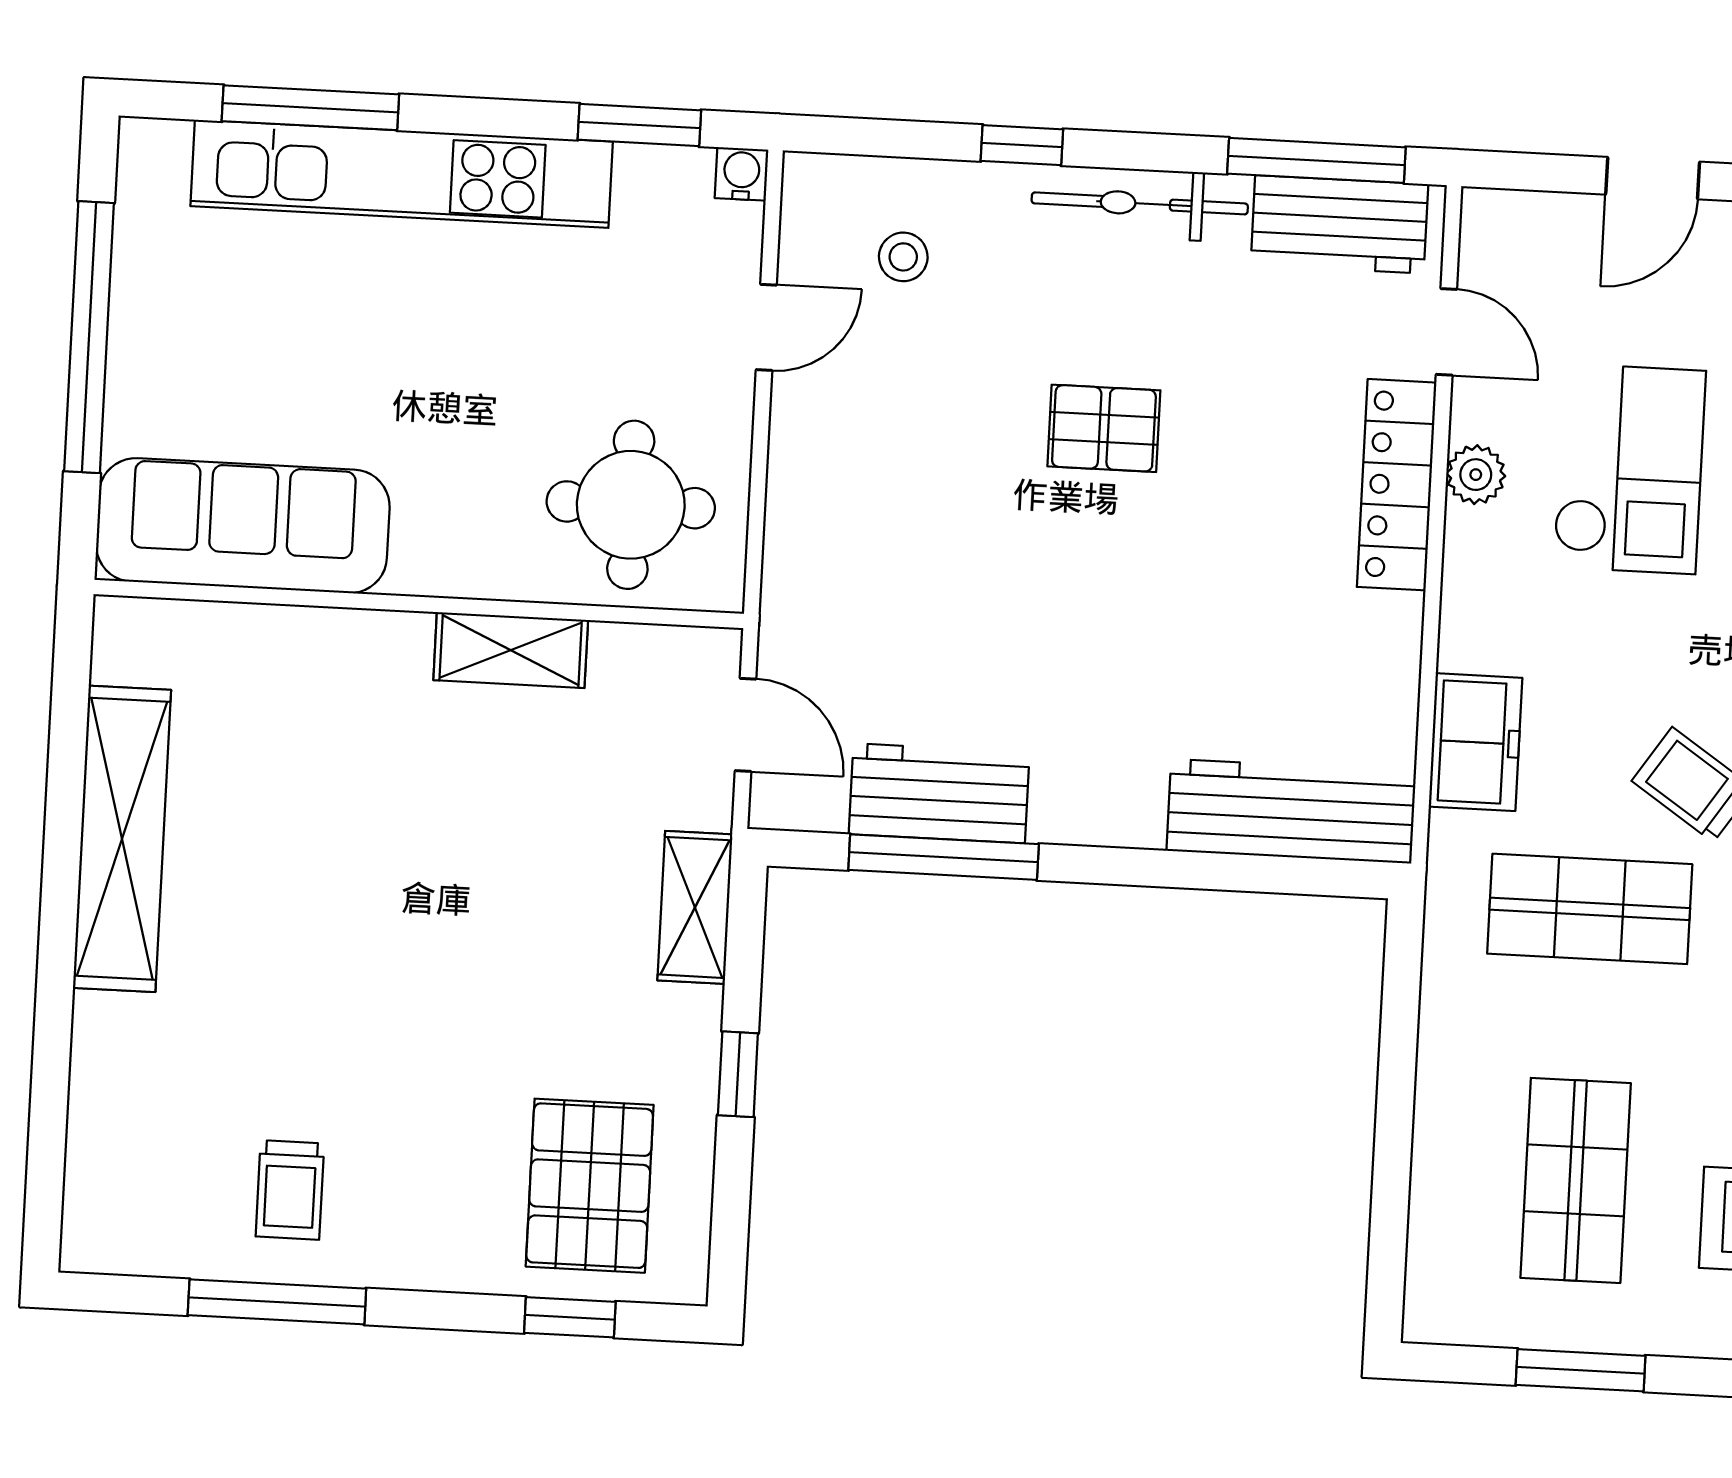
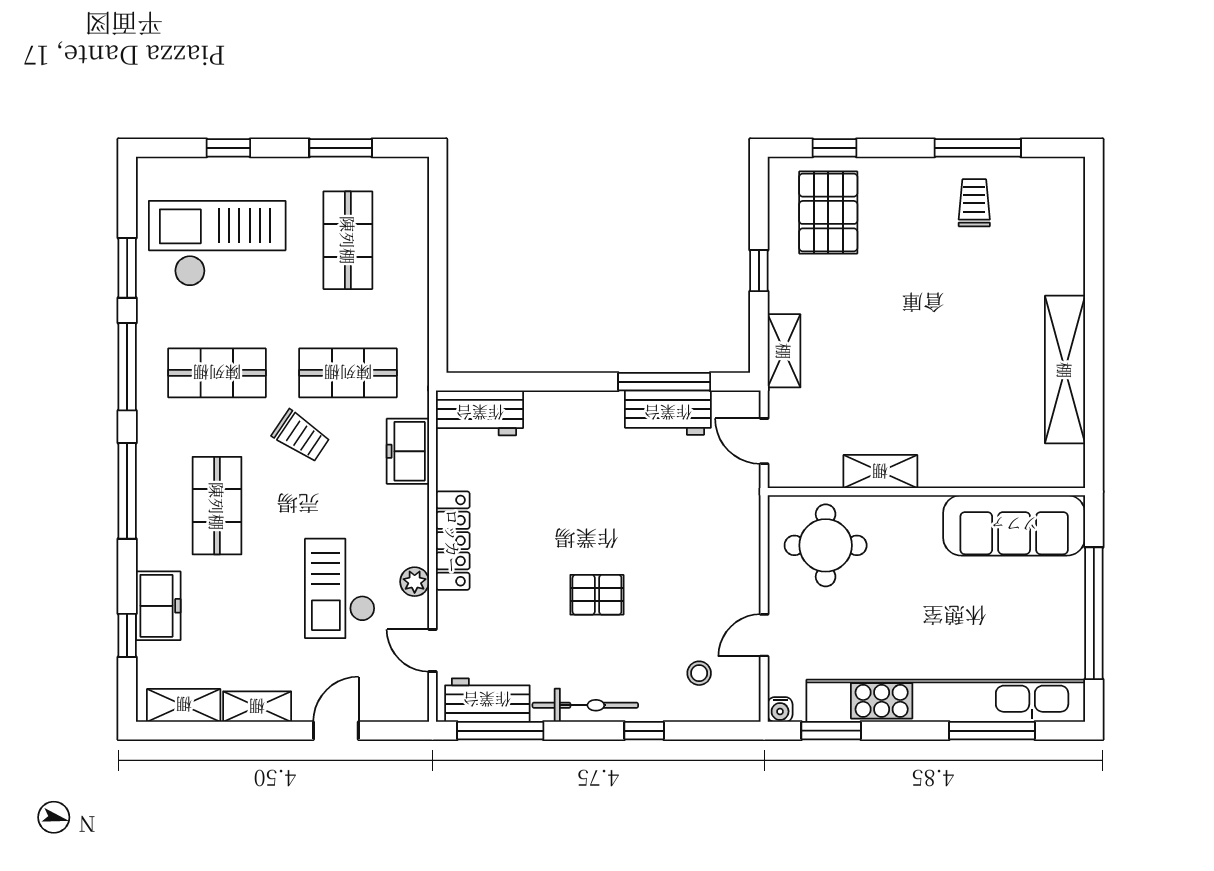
kitchen unit: (402, 174) -> (946, 701), width x1.36
locker: (1397, 485) -> (453, 541), moved
workbench: (1291, 811) -> (480, 413), width x0.73

